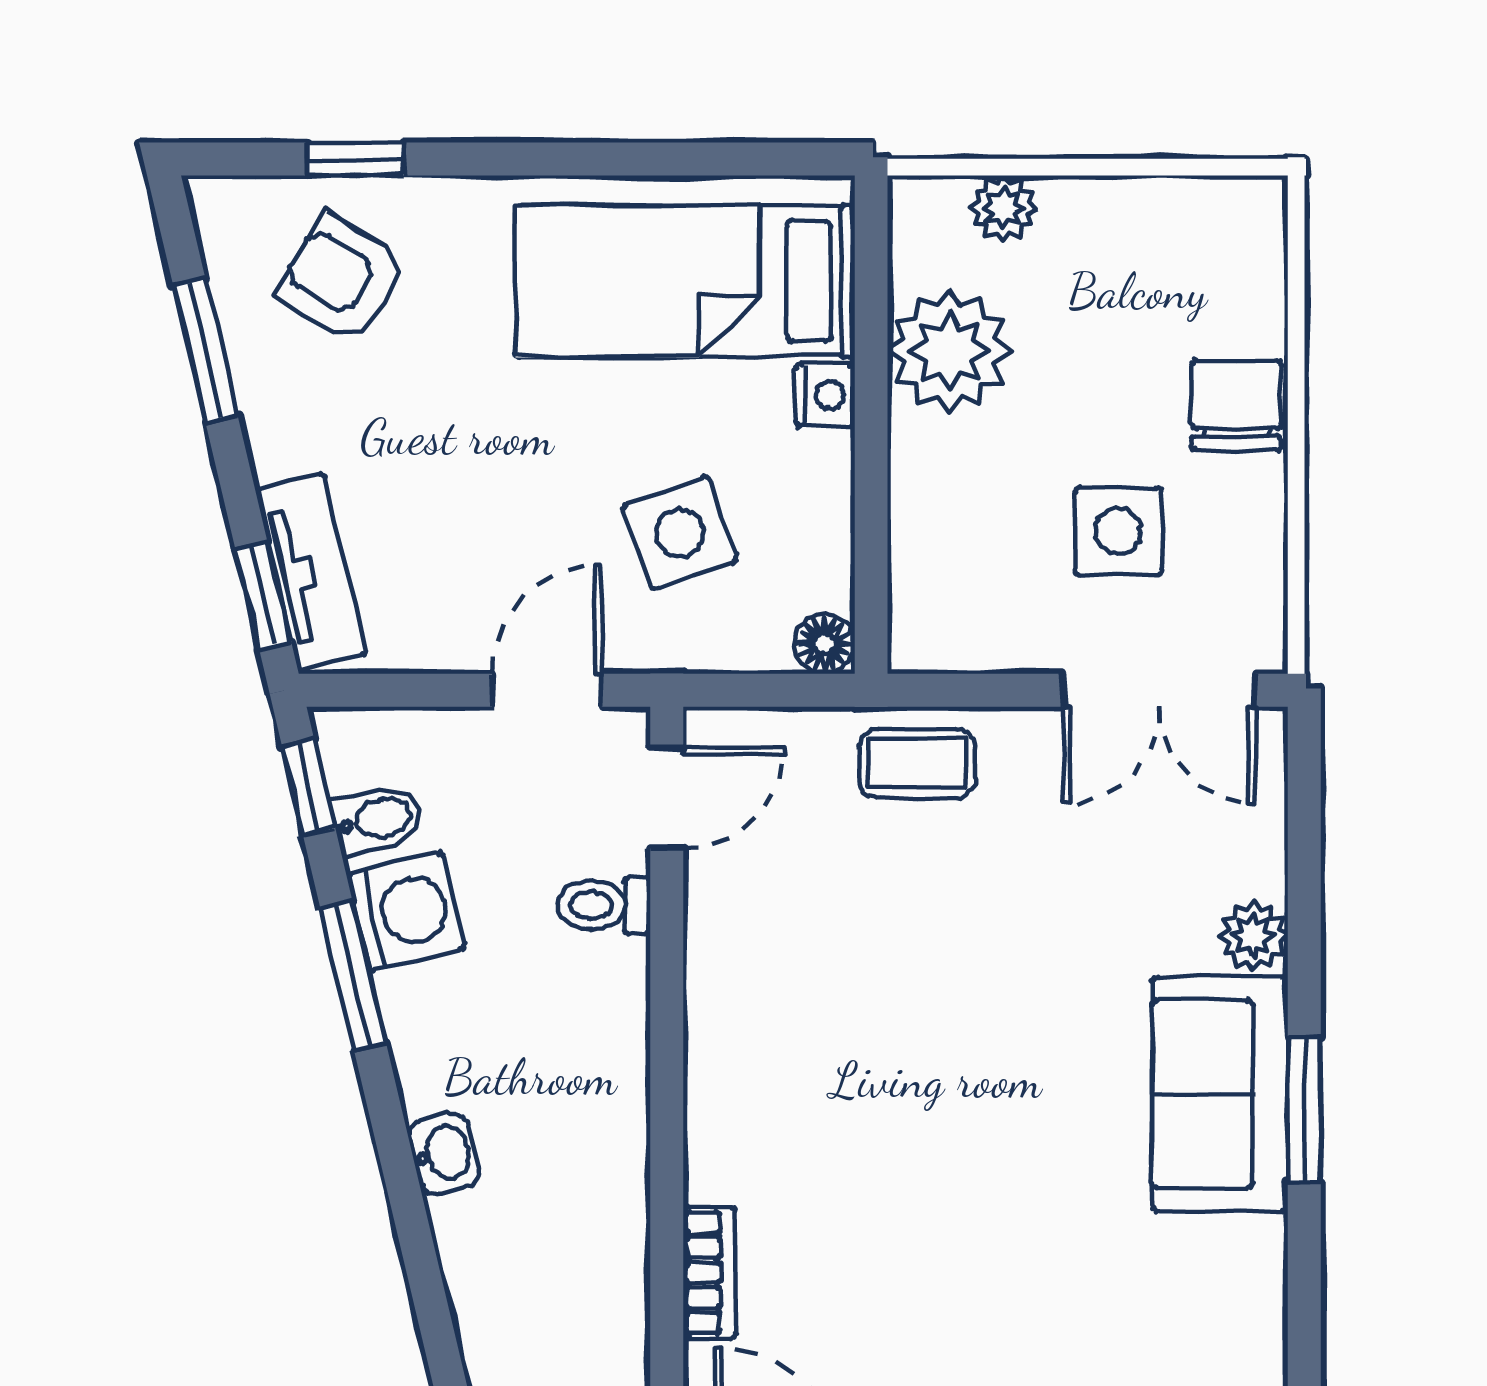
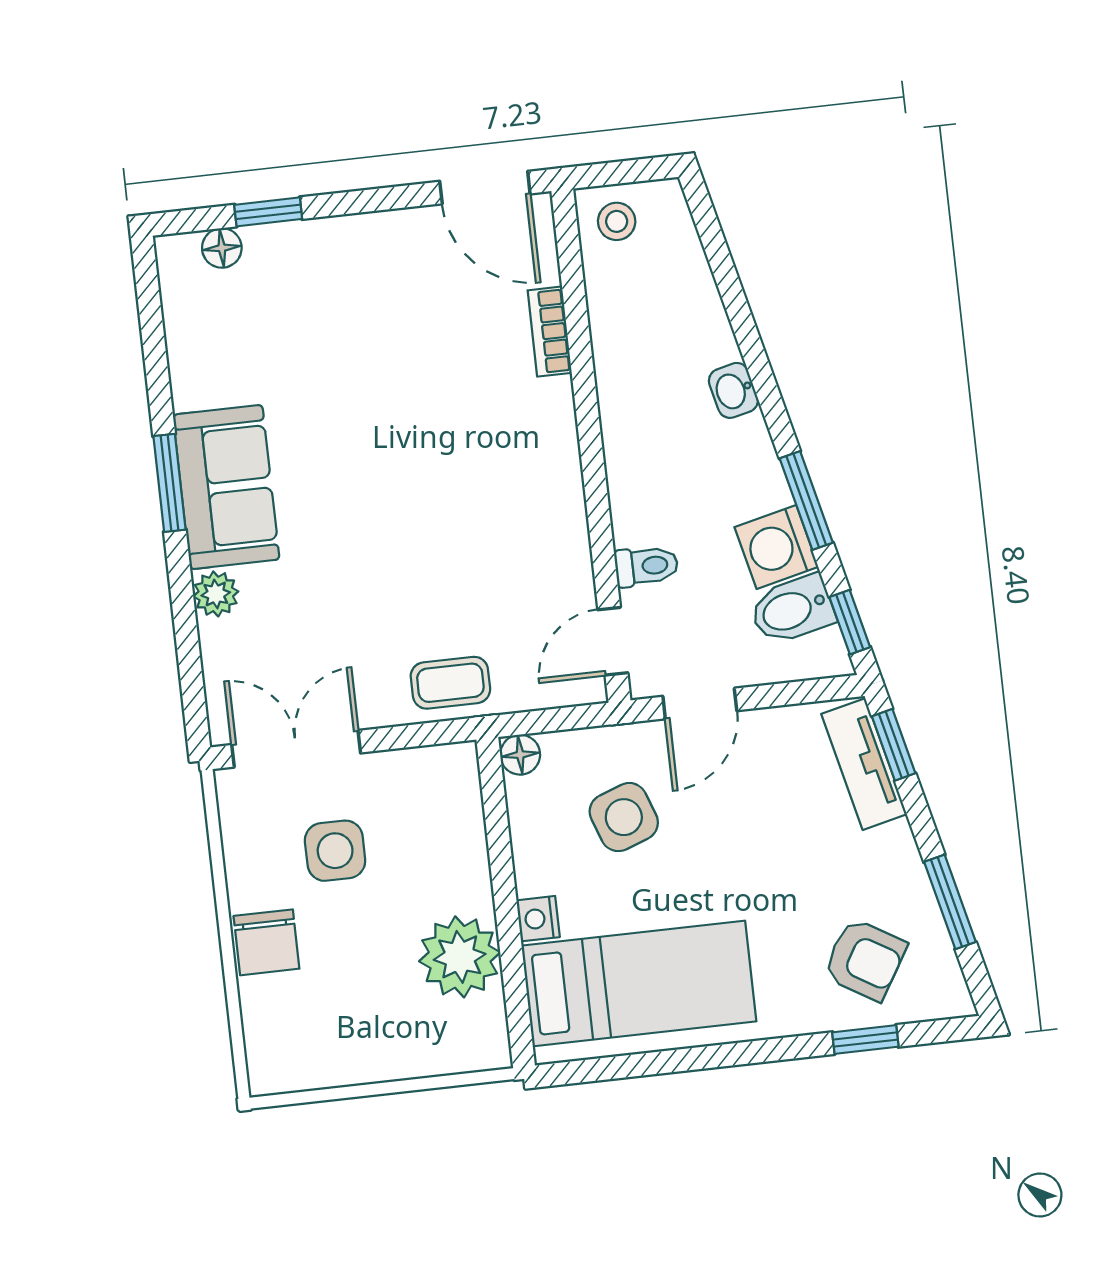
plant: (1003, 208) -> (435, 1055), removed
bidet: (378, 819) -> (792, 610), width x1.38, depth x1.36

